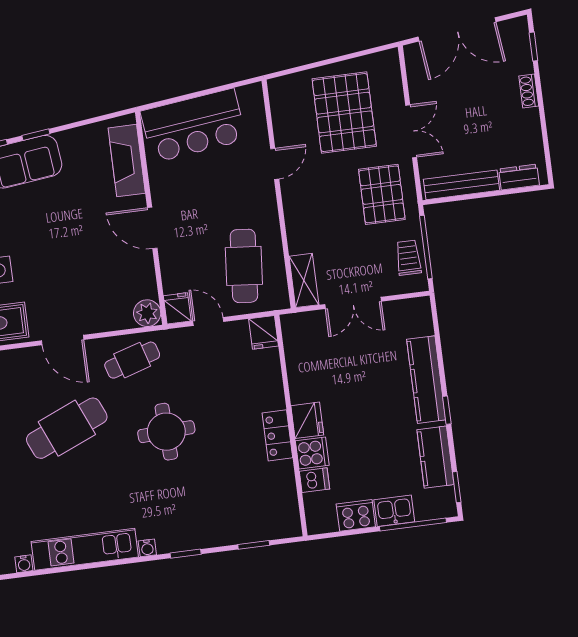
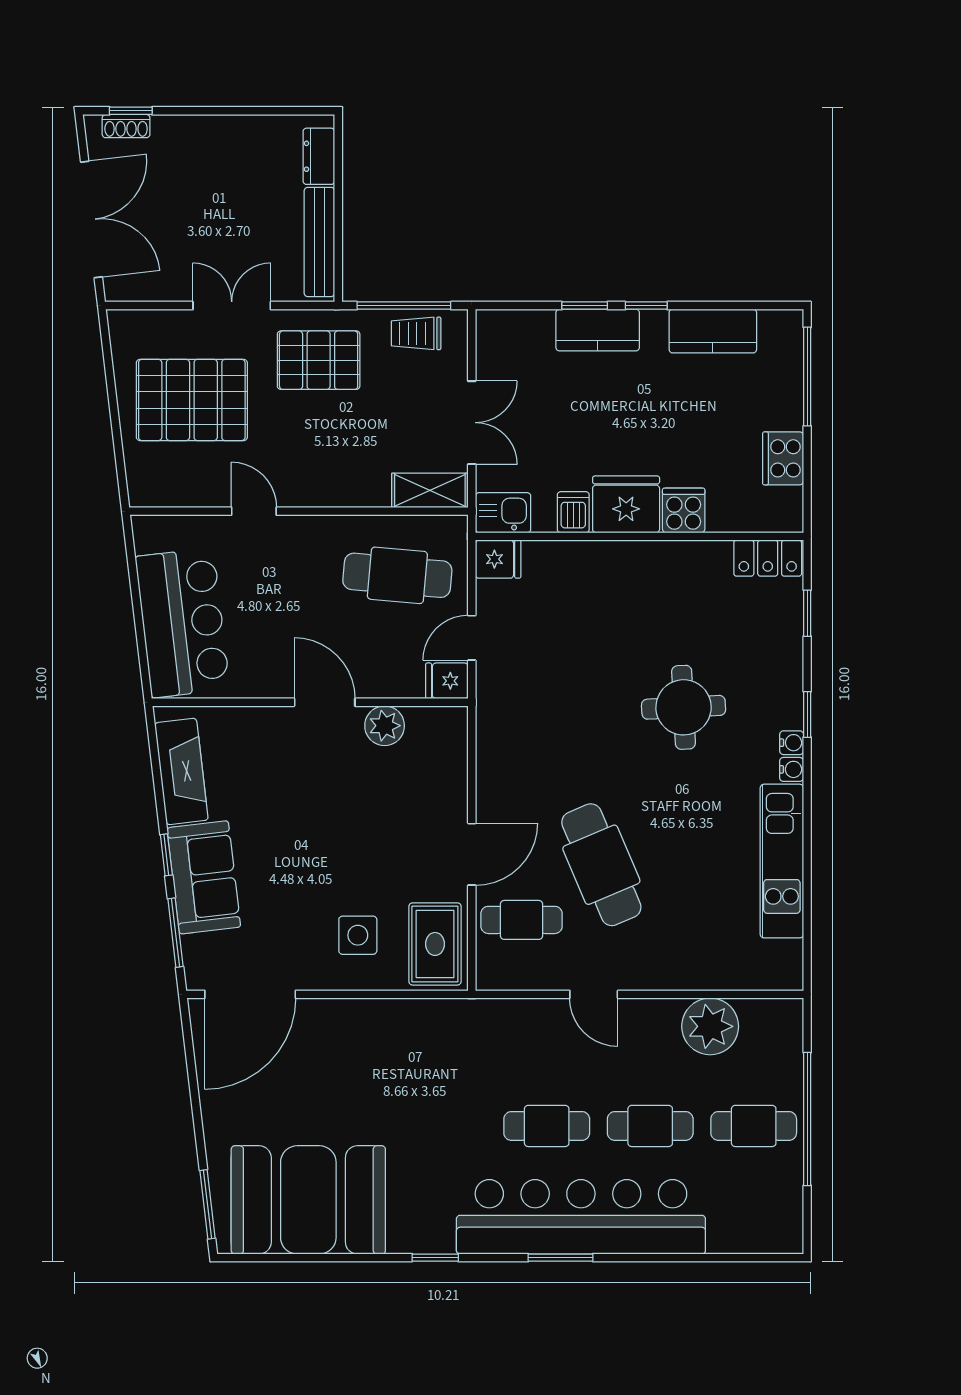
shoe rack: (529, 91) -> (126, 126), moved
fireplace: (127, 161) -> (181, 771), moved, turned -97
door: (152, 228) -> (325, 702), swing flipped
plant: (147, 313) -> (385, 726), moved
cafe table: (132, 360) -> (522, 920), moved, turned -73
kitchen counter: (426, 380) -> (598, 330), width x0.67
fridge: (307, 420) -> (626, 504), width x1.36, depth x1.34
round table: (166, 432) -> (684, 707), moved
locker: (277, 435) -> (768, 558), moved
dishwasher: (315, 480) -> (573, 512), moved
window: (457, 487) -> (585, 306), moved
kitchen sink: (394, 511) -> (503, 513), moved, turned 90
water cooler: (24, 564) -> (792, 743), moved

